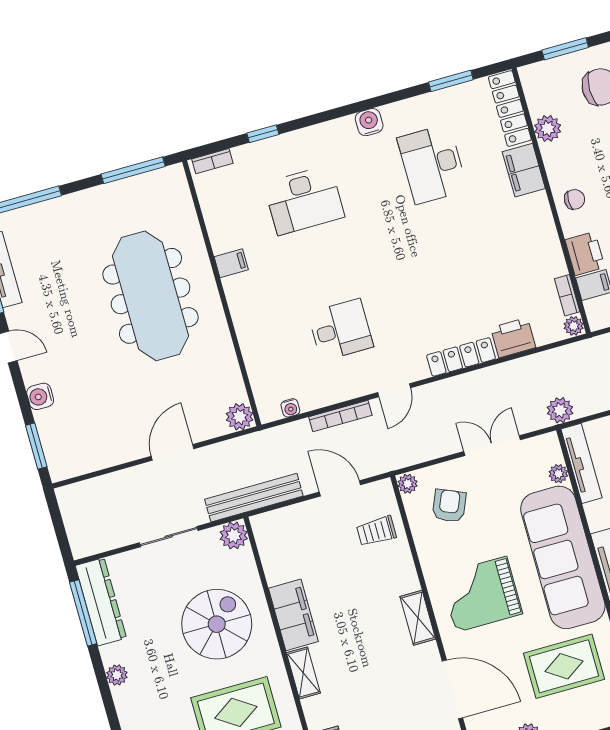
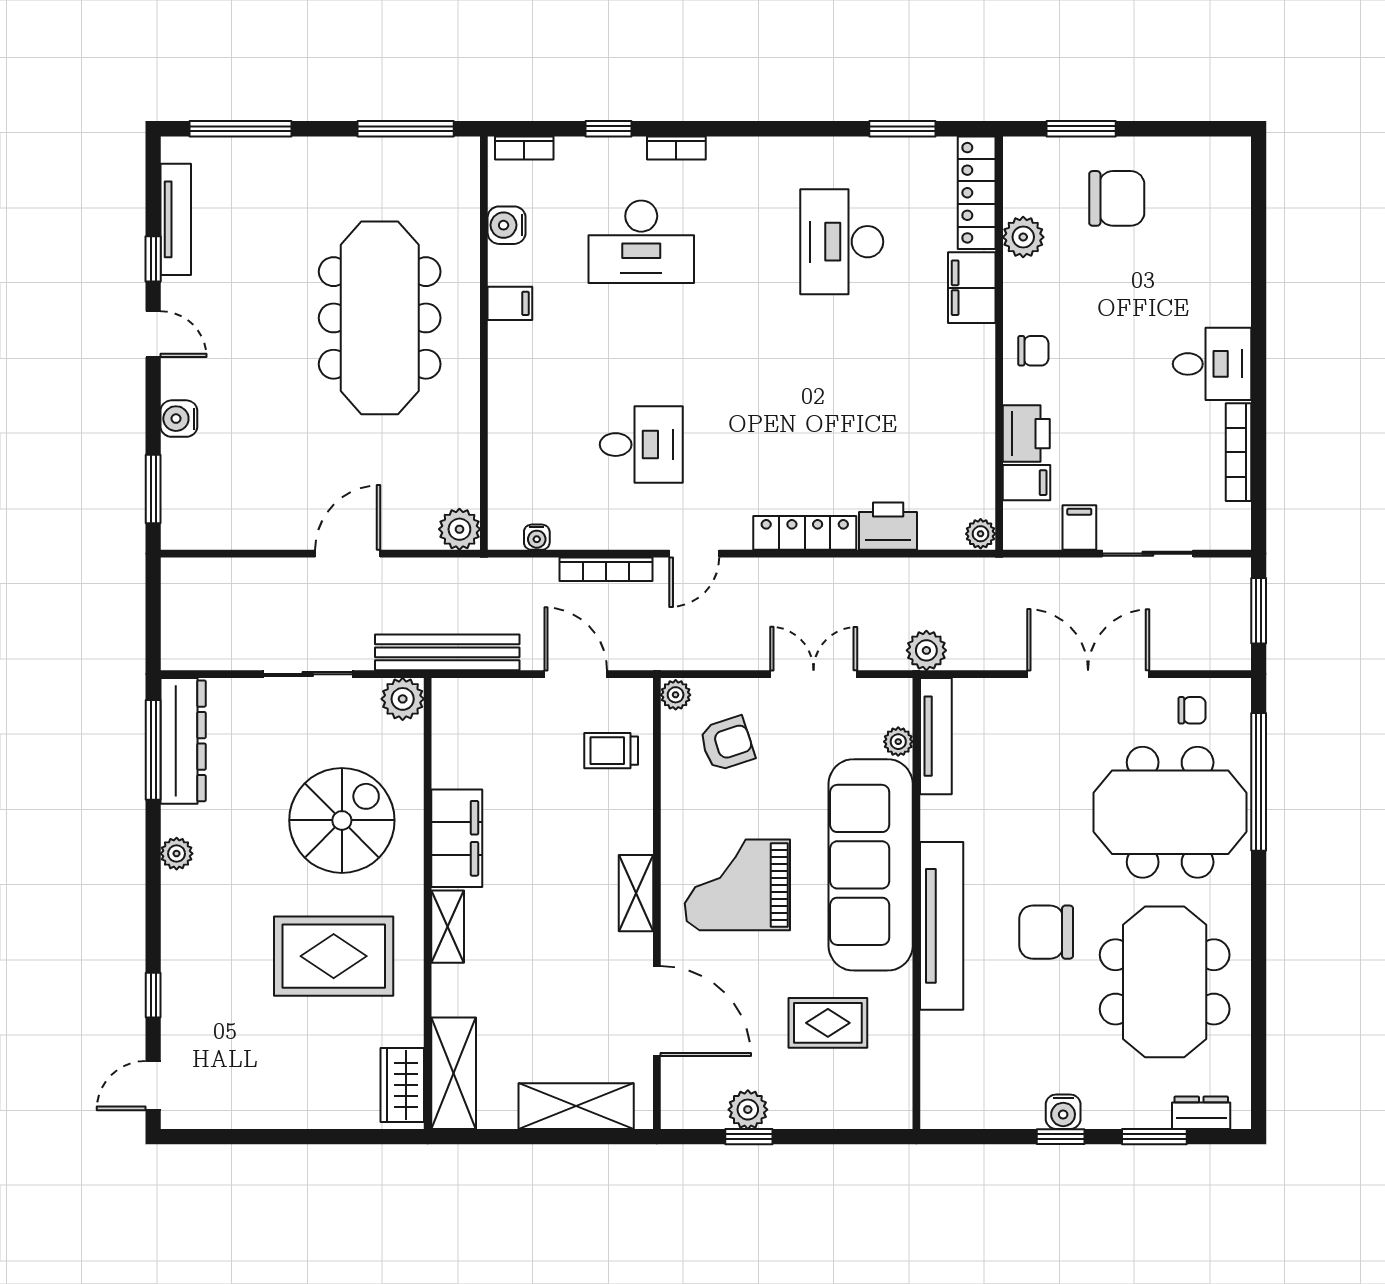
water cooler: (369, 122) -> (507, 225), moved, turned -90
bookcase: (567, 295) -> (676, 148), moved, turned -90
armchair: (449, 506) -> (727, 744), turned 49
rug: (564, 666) -> (828, 1023), width x0.73, depth x0.70

